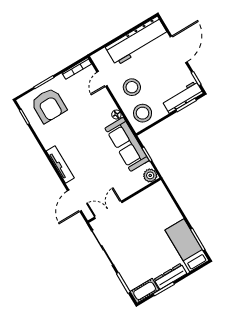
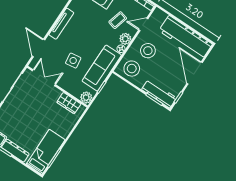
door: (179, 49) -> (195, 73), swing flipped
coffee table: (85, 104) -> (118, 20), added
plant: (108, 105) -> (125, 39), added
side table: (105, 171) -> (73, 61), added
wardrobe: (147, 196) -> (69, 103), added
door: (74, 201) -> (38, 48), hinge flipped

